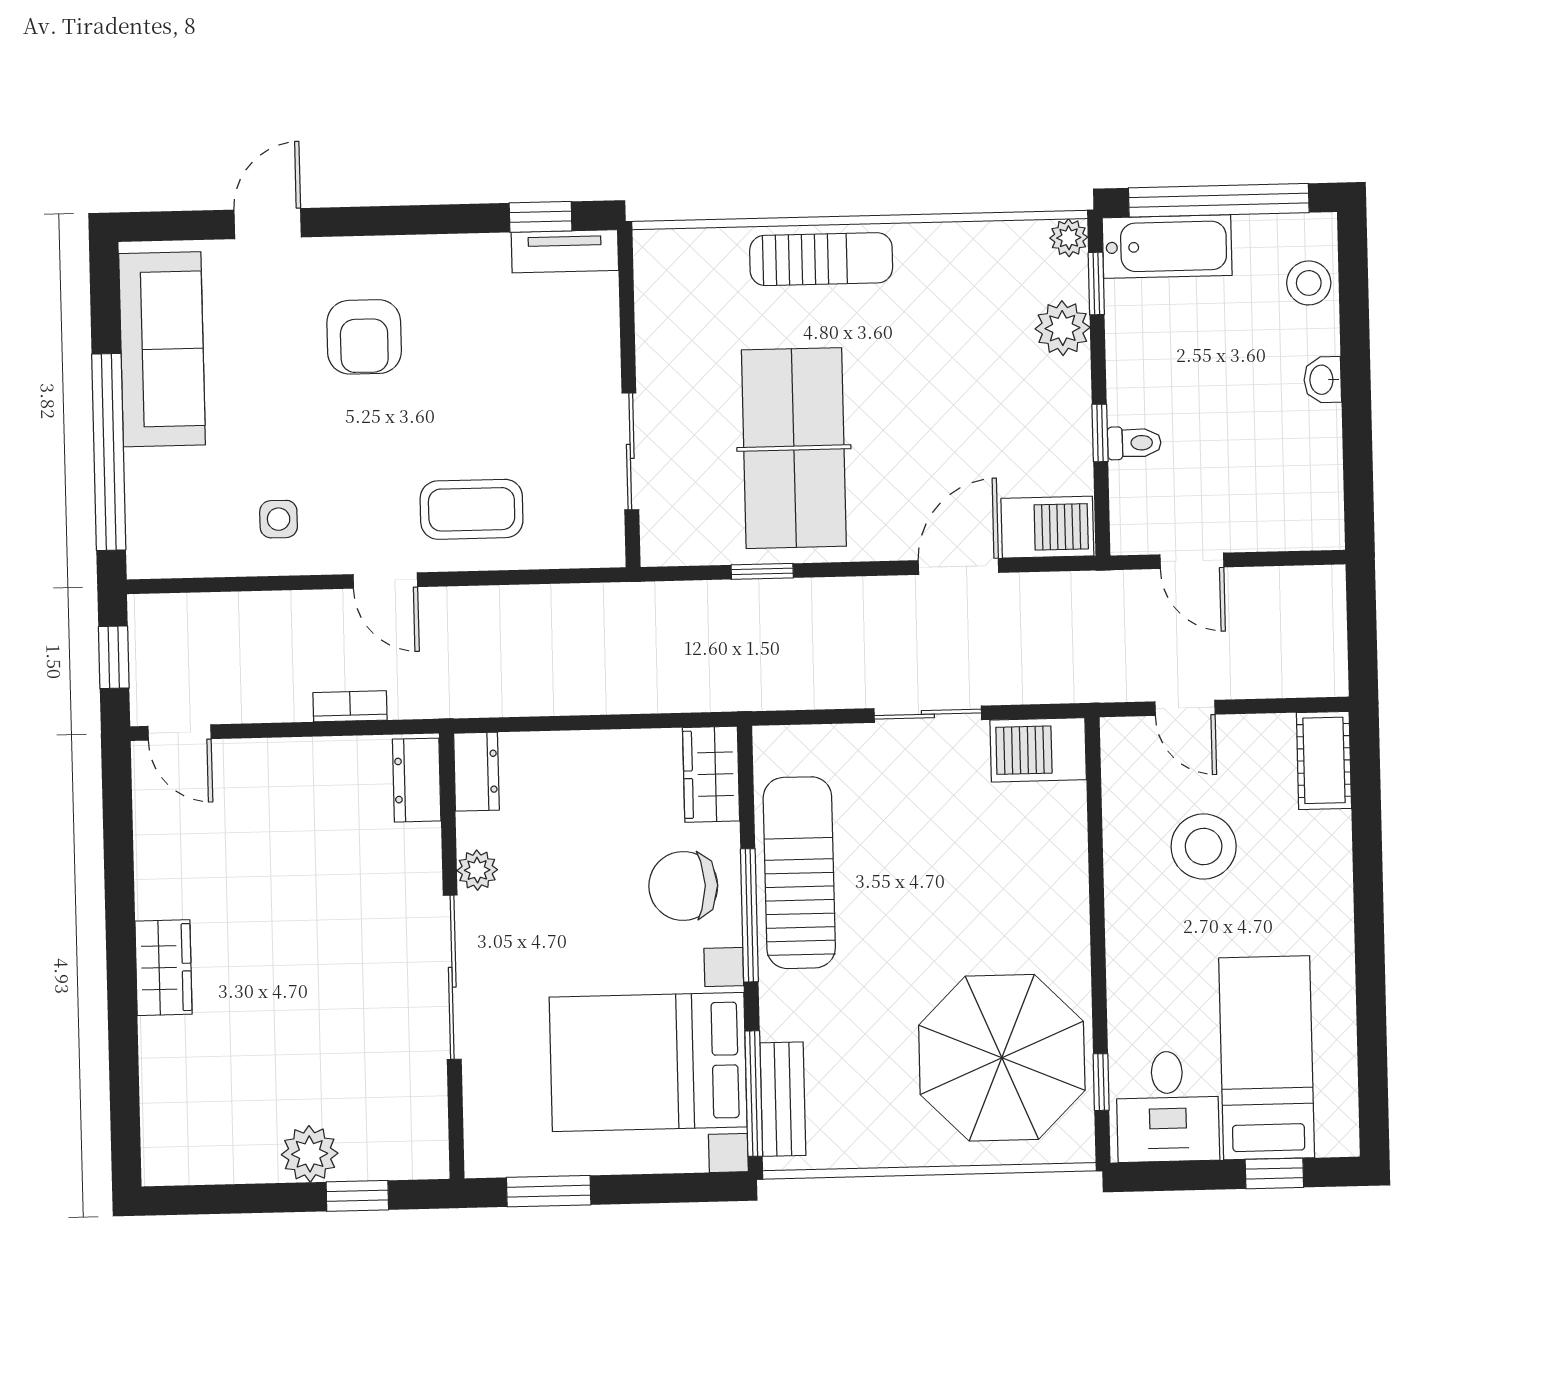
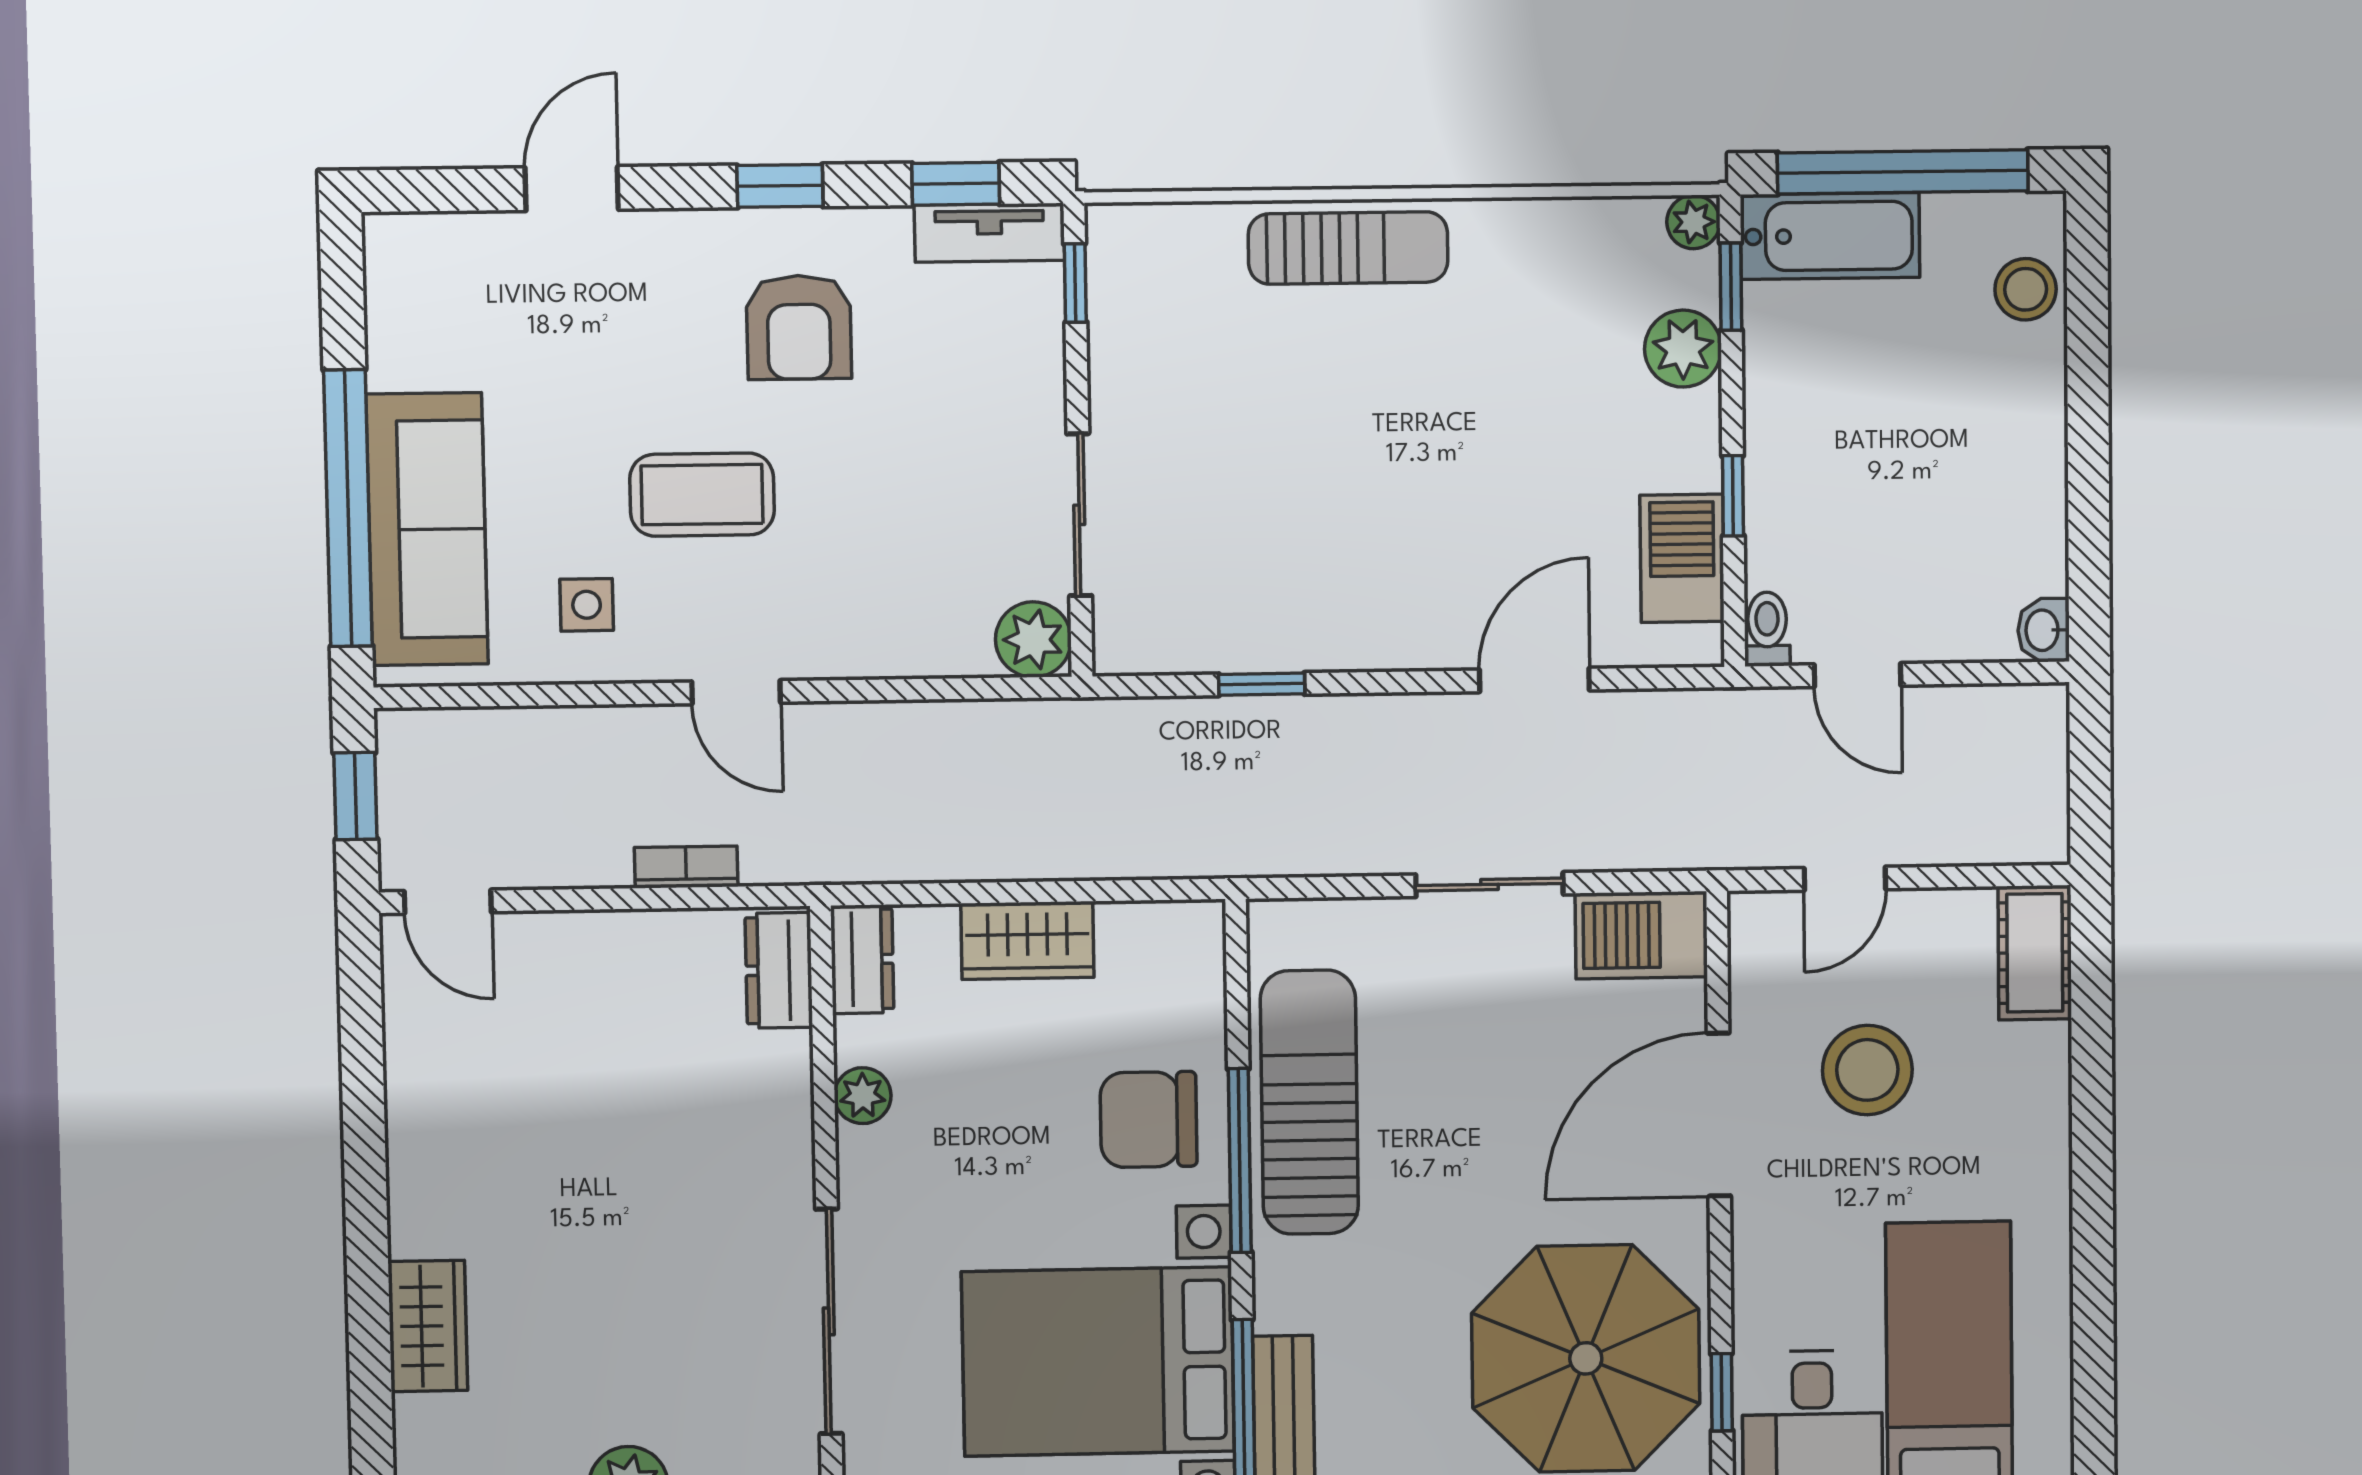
window: (415, 220) -> (780, 186), added
window: (626, 286) -> (1075, 283), added
armchair: (364, 337) -> (799, 327), moved
sofa: (162, 349) -> (427, 529), moved
washbasin: (1323, 380) -> (2044, 630), moved
toilet: (1134, 443) -> (1767, 629), moved, turned -90
table tennis table: (794, 448) -> (1308, 513), removed
coffee table: (472, 509) -> (702, 495), moved
barbecue: (1047, 527) -> (1682, 558), moved, turned -90
plant: (598, 541) -> (1033, 640), added
door: (1185, 708) -> (1845, 879), hinge flipped
wardrobe: (711, 774) -> (1027, 940), moved, turned -90
door: (1096, 880) -> (1719, 1115), added
wardrobe: (163, 968) -> (428, 1326), moved
sliding door: (452, 977) -> (829, 1321), moved

